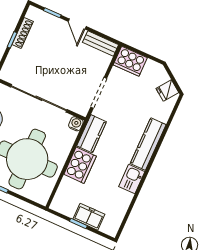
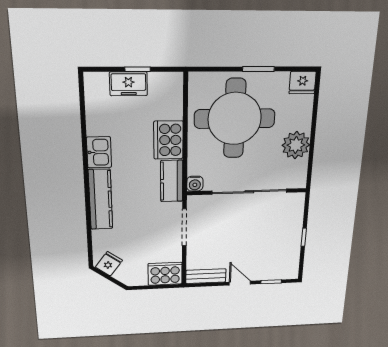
shoe rack: (23, 33) -> (295, 249), removed

